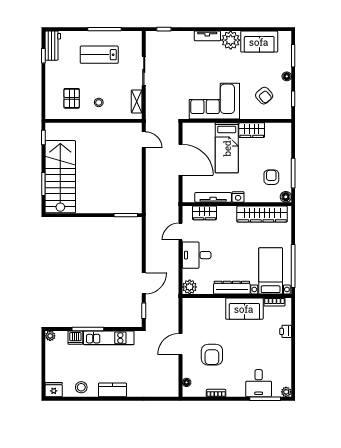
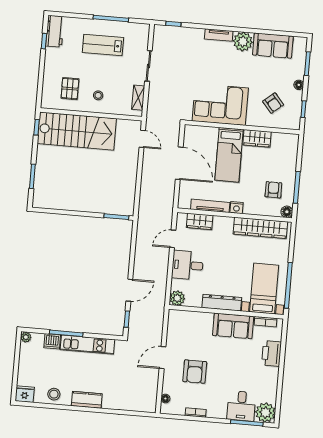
stairs: (60, 177) -> (77, 131), moved, turned 90
printer: (286, 331) -> (272, 353), width x1.87, depth x1.48
plant: (286, 392) -> (265, 412), width x1.88, depth x1.88

